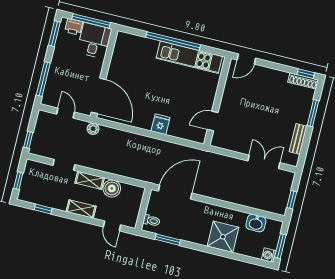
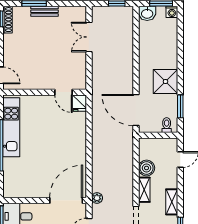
fridge: (160, 124) -> (79, 103), moved, turned -90
bench: (298, 139) -> (45, 11), moved
shelving: (81, 209) -> (172, 202), moved
washbasin: (256, 223) -> (147, 13), moved, turned 90
shower: (223, 237) -> (165, 81), moved

